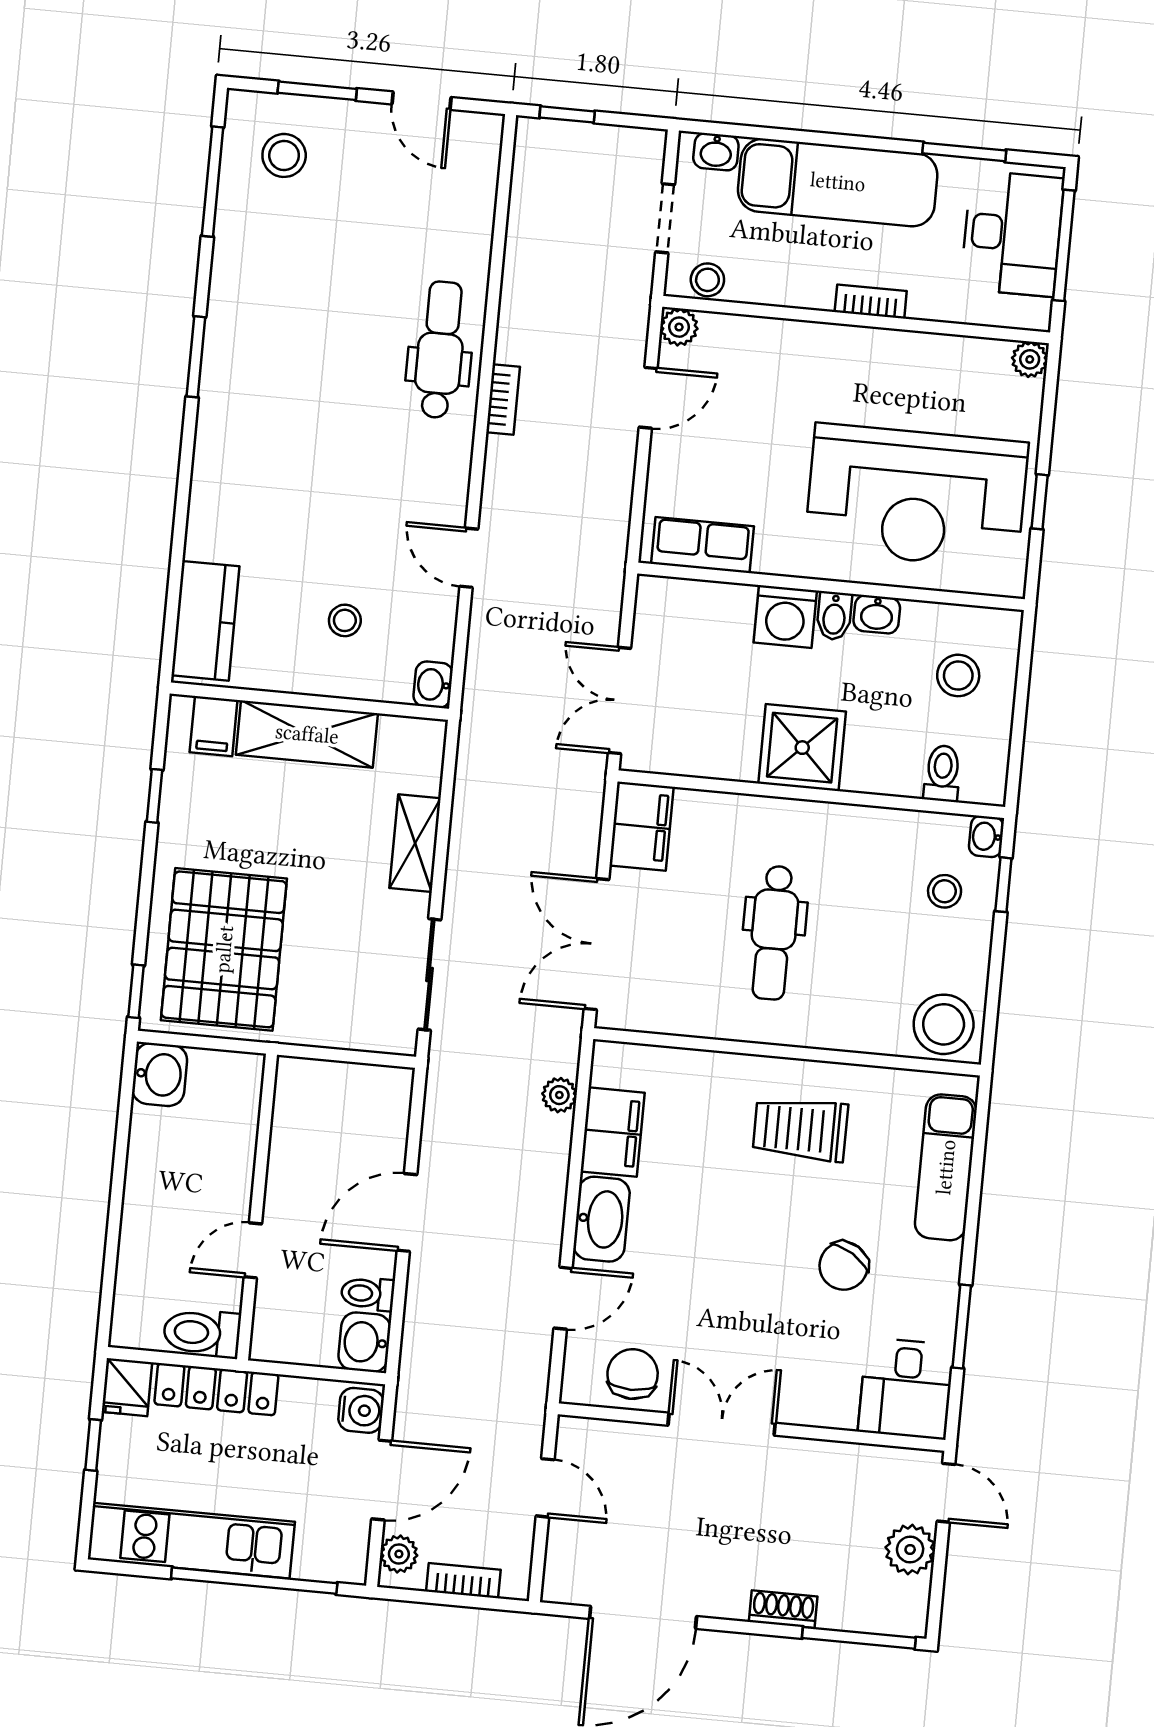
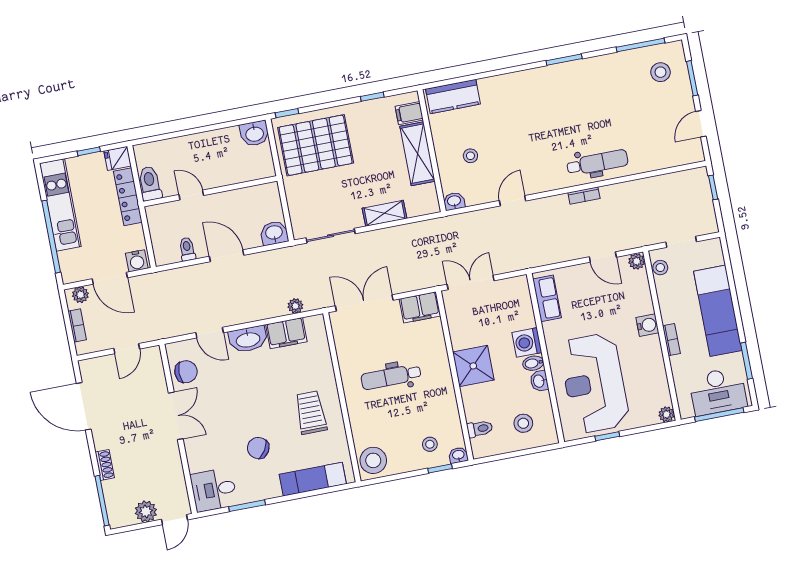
washbasin: (716, 152) -> (716, 255), removed
water cooler: (824, 344) -> (647, 325), added
washbasin: (365, 1342) -> (274, 233), moved

